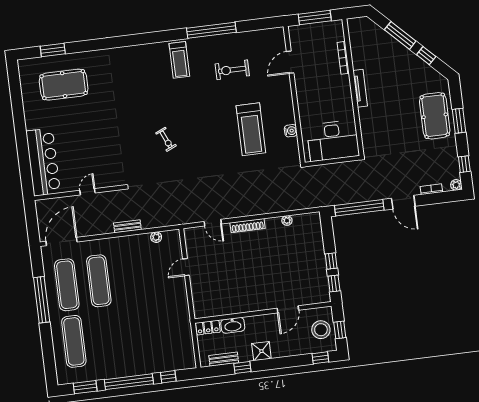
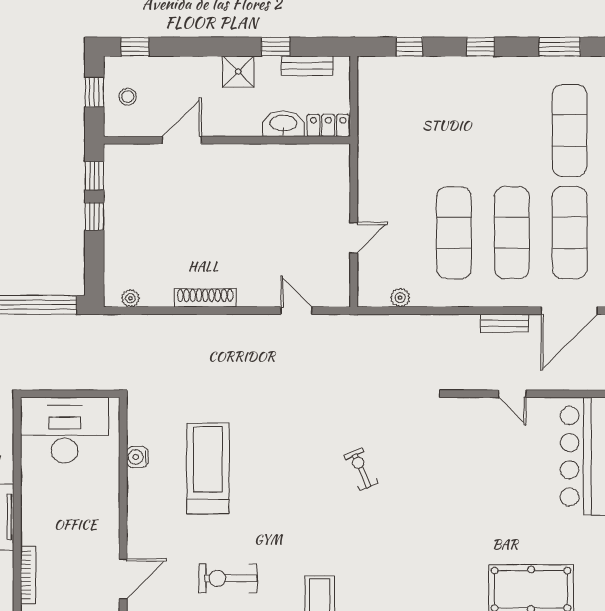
exercise bike: (232, 70) -> (228, 578), turned 180
door: (87, 192) -> (512, 394), hinge flipped
plant: (287, 220) -> (130, 298), moved
bench: (127, 226) -> (504, 323), moved
shoe rack: (248, 226) -> (205, 298), moved
exercise mat: (131, 277) -> (454, 233), added
stool: (321, 330) -> (128, 97), width x0.53, depth x0.53
window: (129, 382) -> (481, 47), width x0.32

